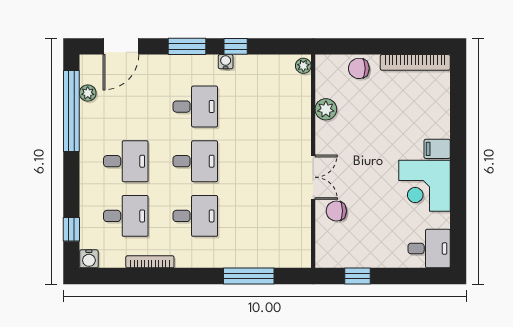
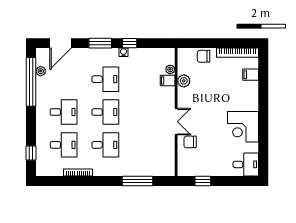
plant: (303, 66) -> (170, 69), moved
filing cabinet: (299, 109) -> (168, 80), added
filing cabinet: (437, 149) -> (251, 75), moved
water cooler: (89, 259) -> (41, 171), removed

